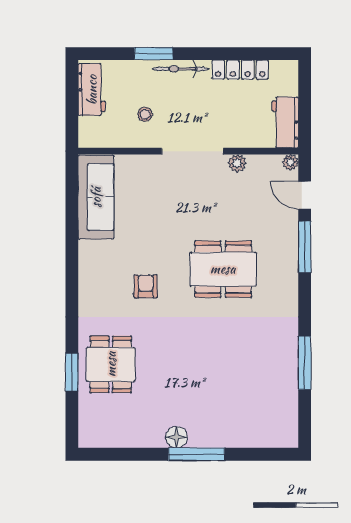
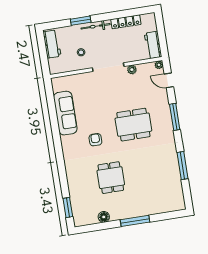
sofa: (96, 197) -> (65, 113), moved
window: (305, 247) -> (175, 117), moved
dining table: (111, 364) -> (111, 178), moved
window: (72, 372) -> (68, 207), moved
floor lamp: (177, 437) -> (104, 217), moved

